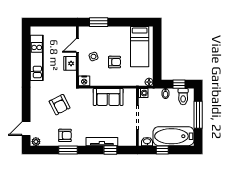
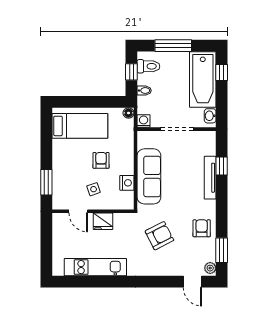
nightstand: (84, 81) -> (127, 183), moved
sofa: (108, 97) -> (149, 176), width x1.36
window: (68, 150) -> (222, 250), moved
window: (162, 150) -> (222, 72), moved

